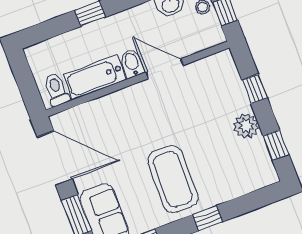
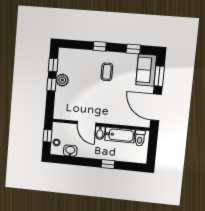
window: (255, 89) -> (52, 84), moved
coffee table: (173, 179) -> (107, 72), width x0.54, depth x0.58

